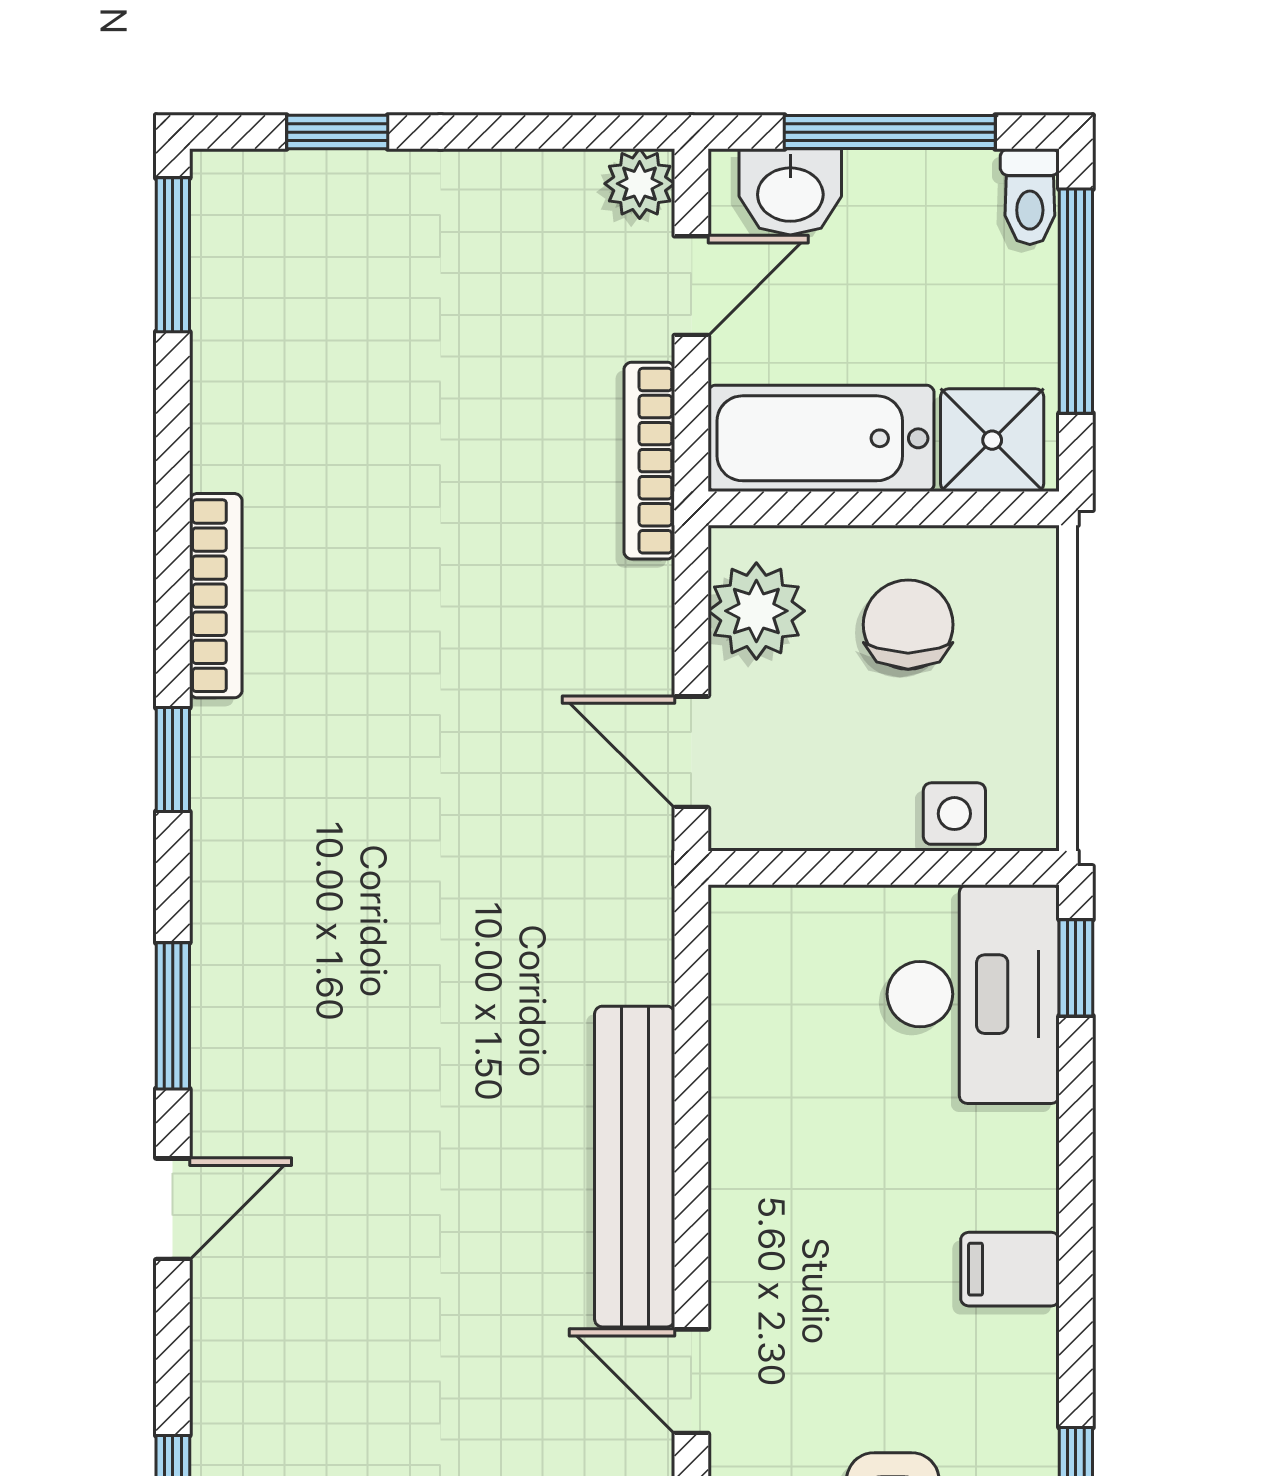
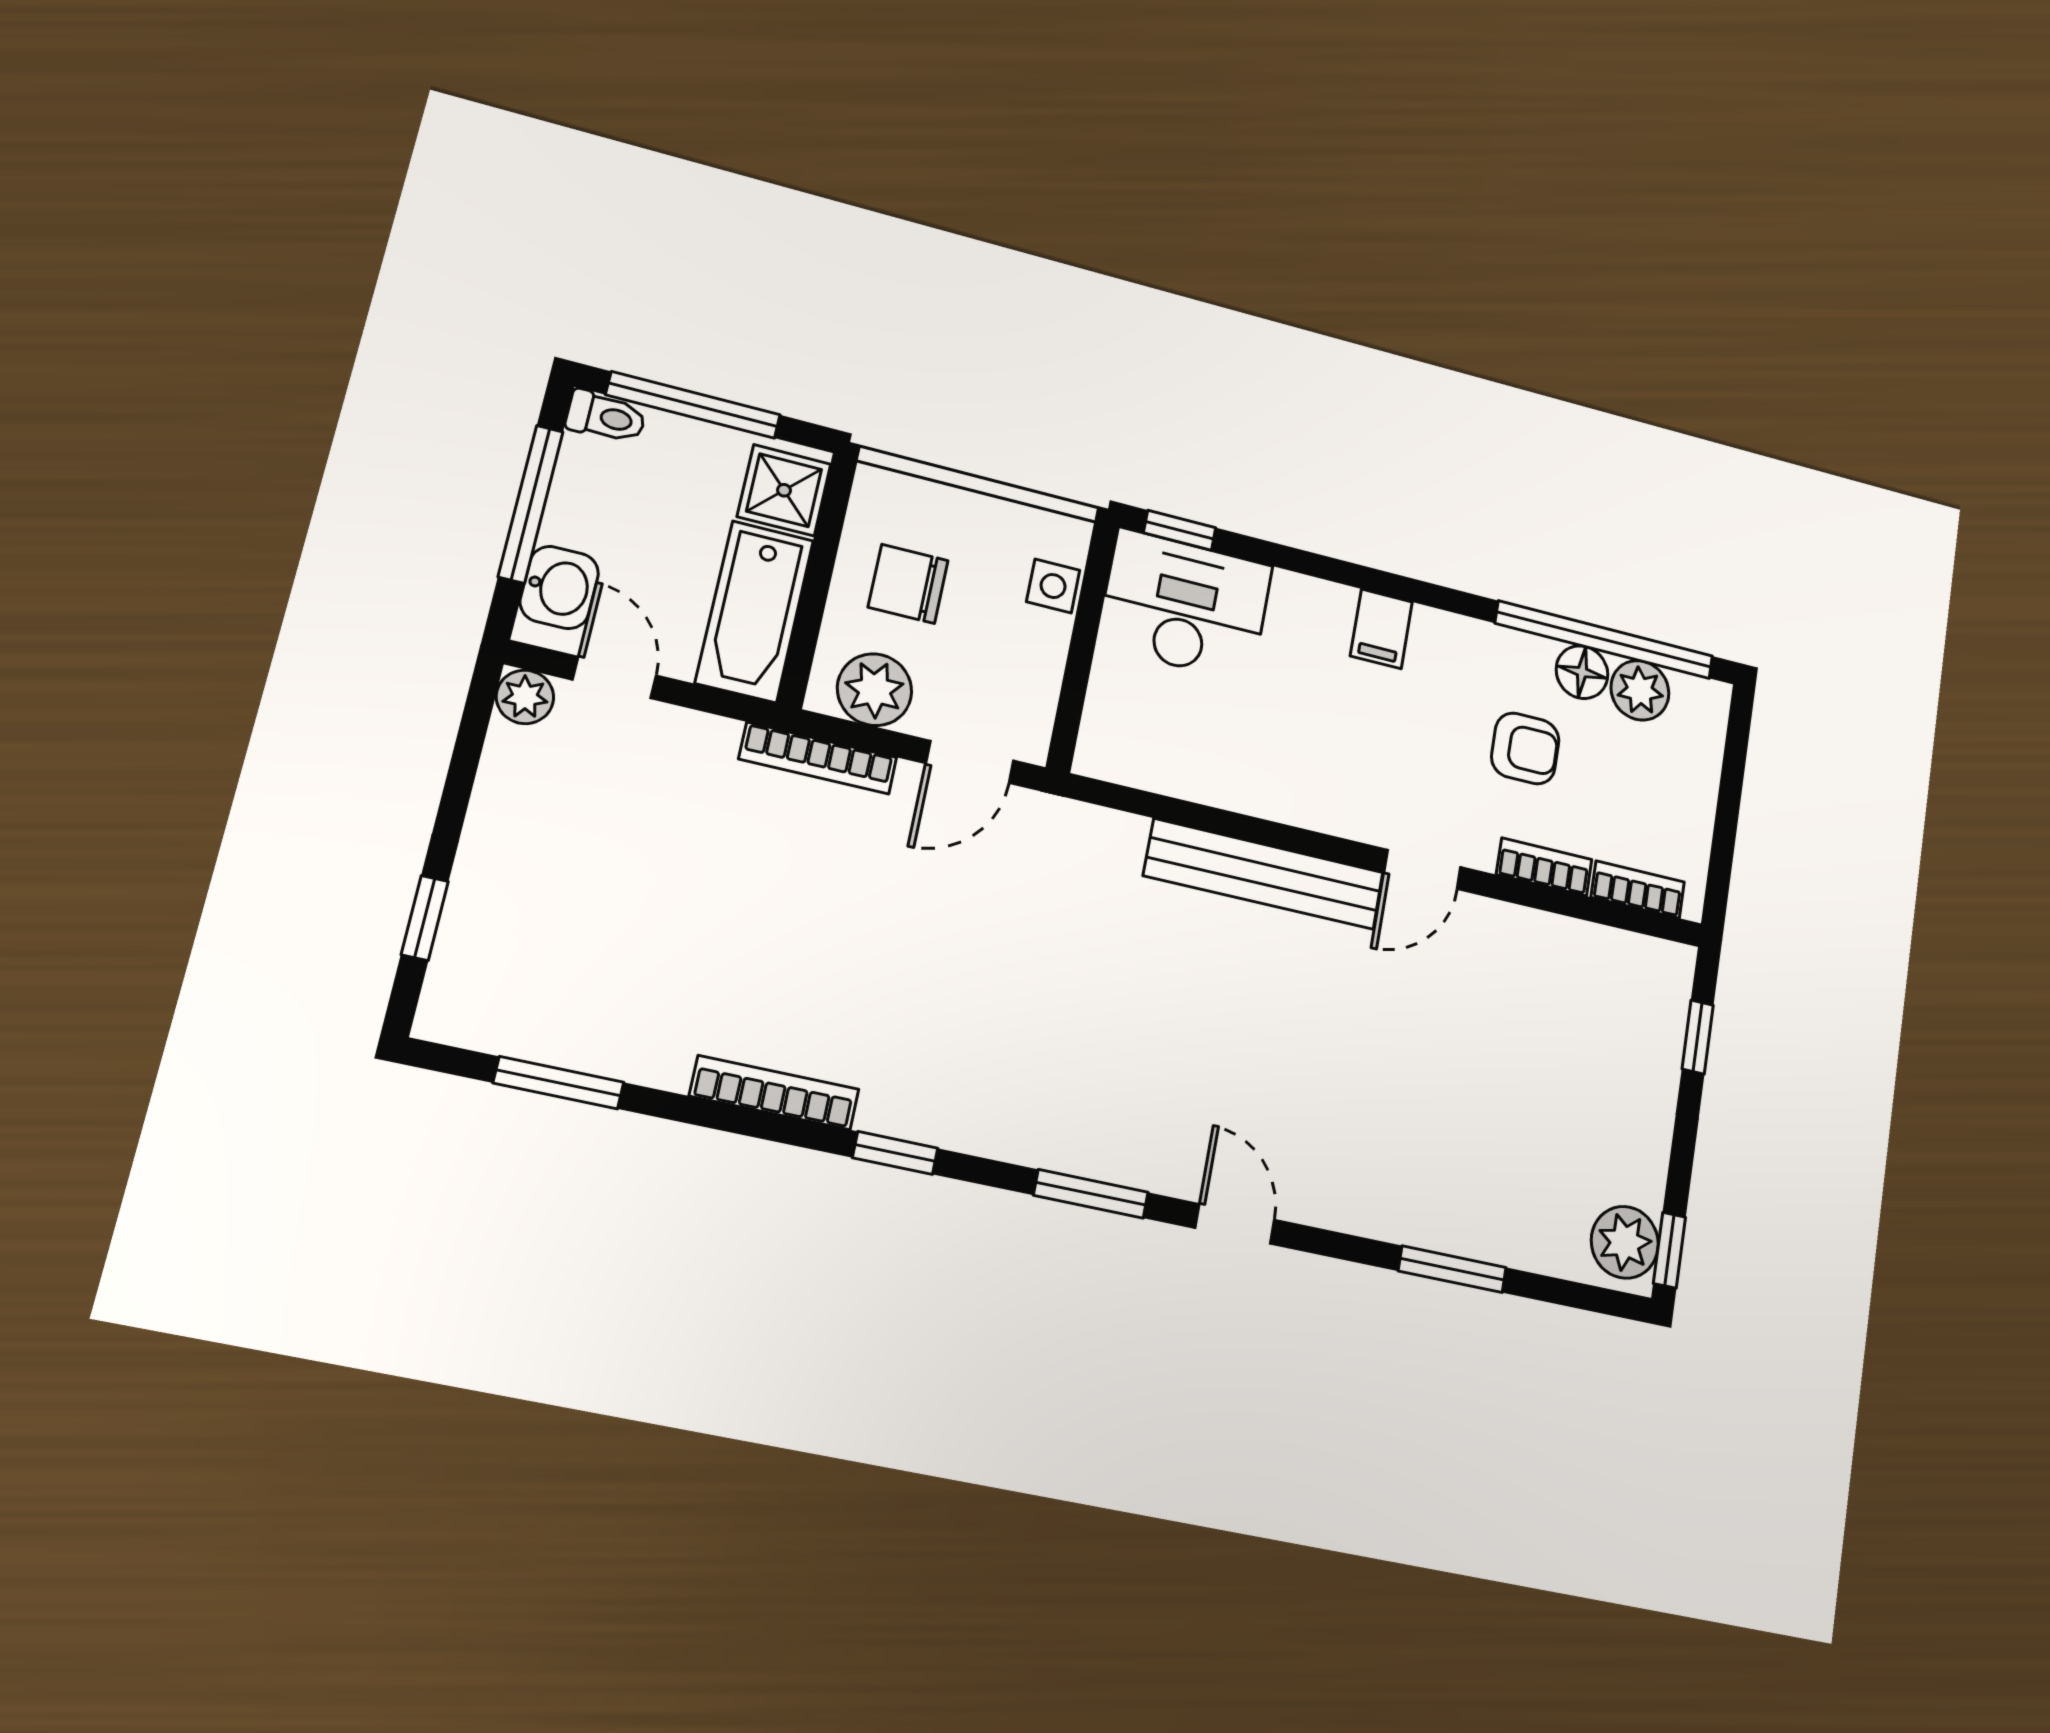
window: (173, 255) -> (559, 1083), moved
bookcase: (649, 461) -> (818, 758), moved

